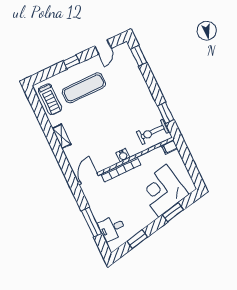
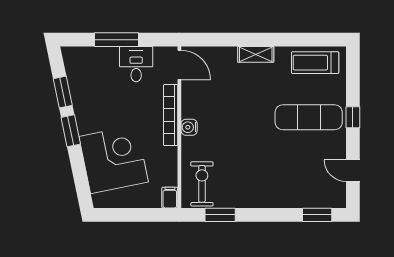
exercise mat: (84, 88) -> (309, 117), turned 90
window: (173, 212) -> (71, 131), moved
desk: (112, 228) -> (136, 64), moved

